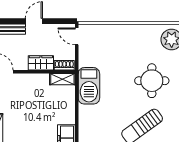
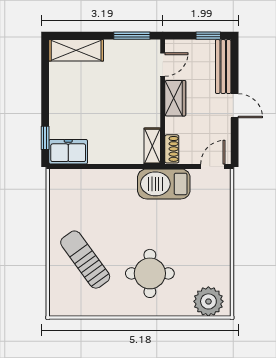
wardrobe: (41, 63) -> (175, 98), moved
barbecue: (89, 86) -> (164, 184), moved

